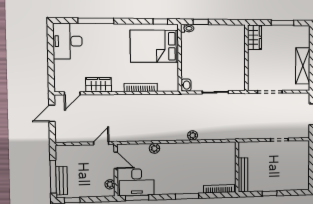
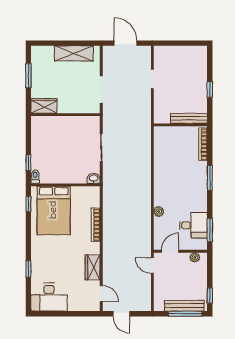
window: (96, 21) -> (28, 269), width x0.46
plant: (193, 135) -> (146, 172), removed
bench: (61, 181) -> (184, 306), width x1.36
desk: (137, 182) -> (193, 225), width x0.73

